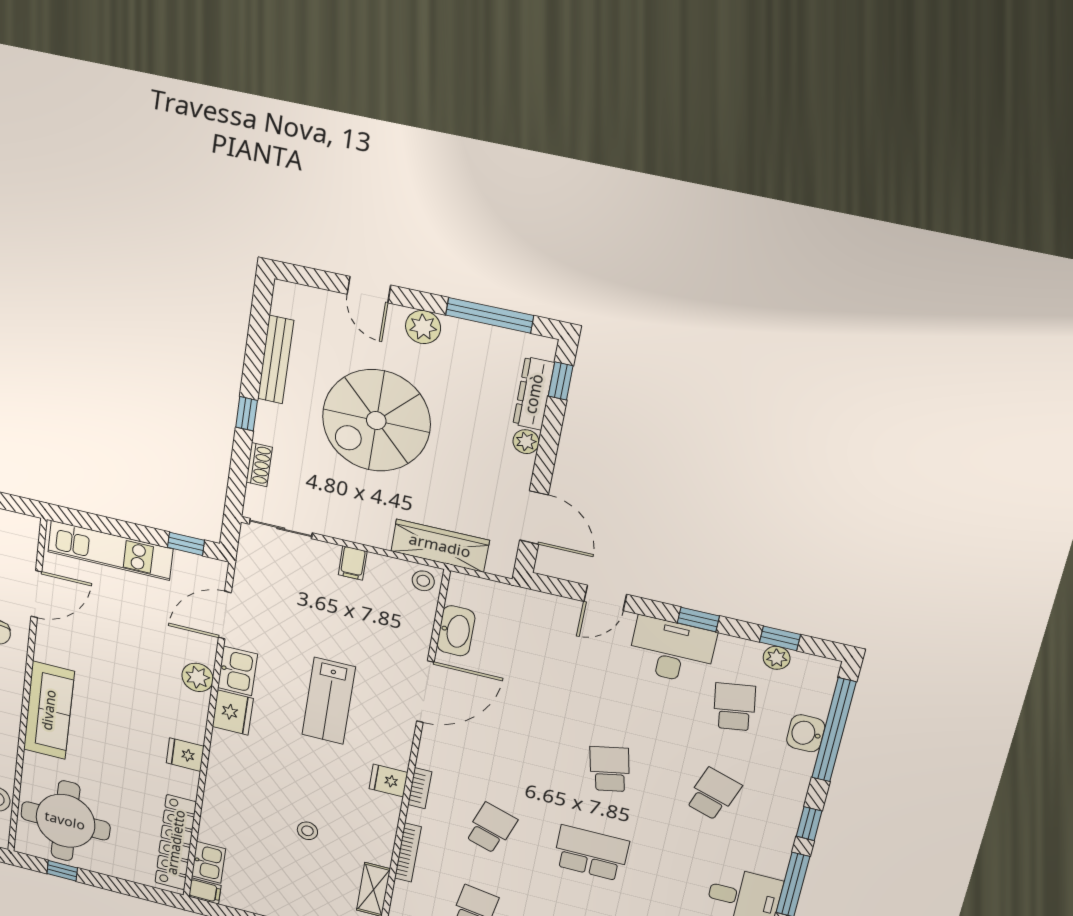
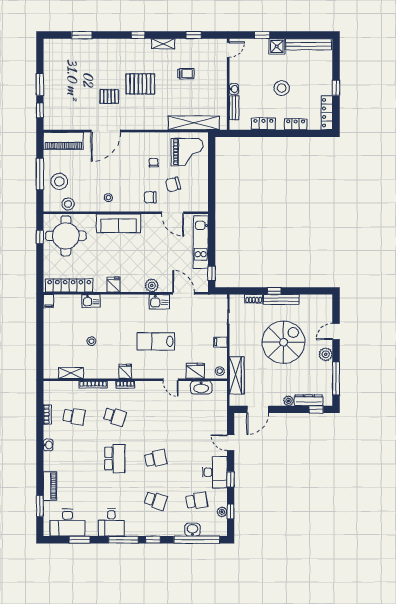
bench: (276, 360) -> (281, 299), moved
spiral stairs: (376, 421) -> (283, 342), turned 90
door: (425, 692) -> (171, 380), width x0.53
fridge: (233, 713) -> (195, 371), moved, turned 180
kitchen sink: (209, 862) -> (91, 301), moved

